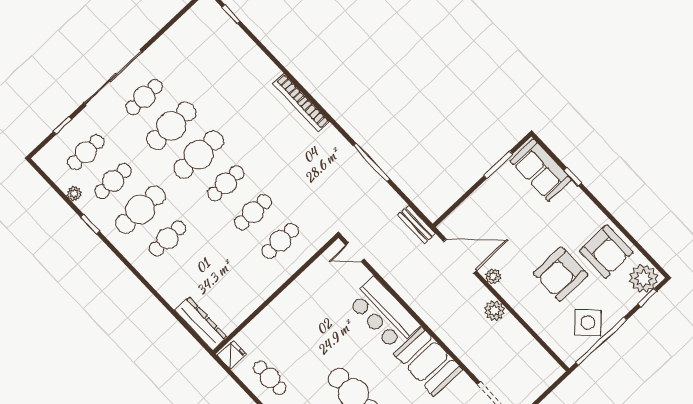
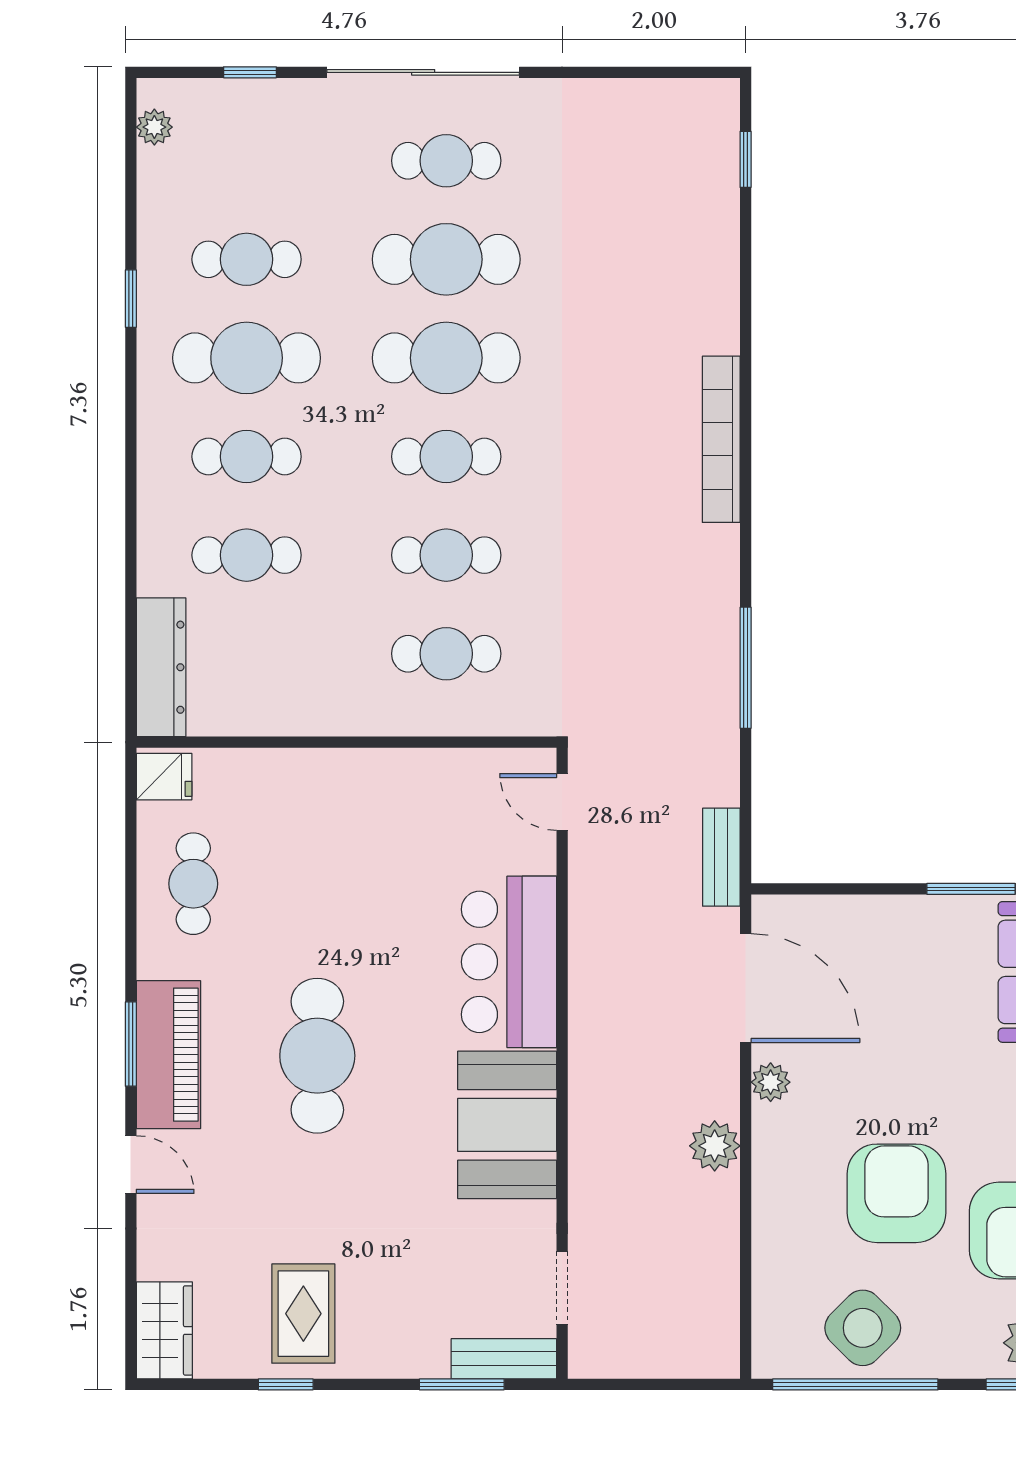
cafe table: (86, 152) -> (247, 555), moved
plant: (74, 194) -> (154, 127), moved
armchair: (561, 274) -> (896, 1193), turned 90

